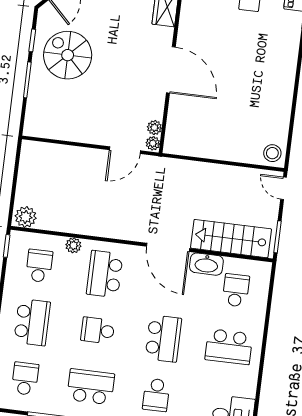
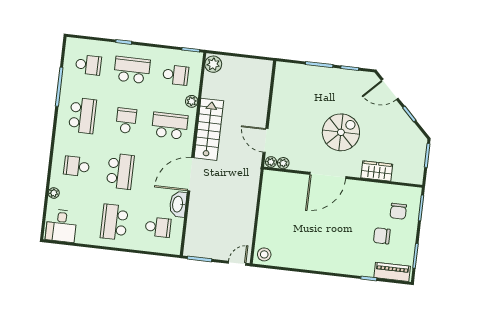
spiral stairs: (68, 55) -> (341, 132), moved
stairs: (231, 239) -> (209, 129), moved
school desk: (32, 322) -> (132, 70), turned 180
school desk: (163, 339) -> (120, 171), turned -90

